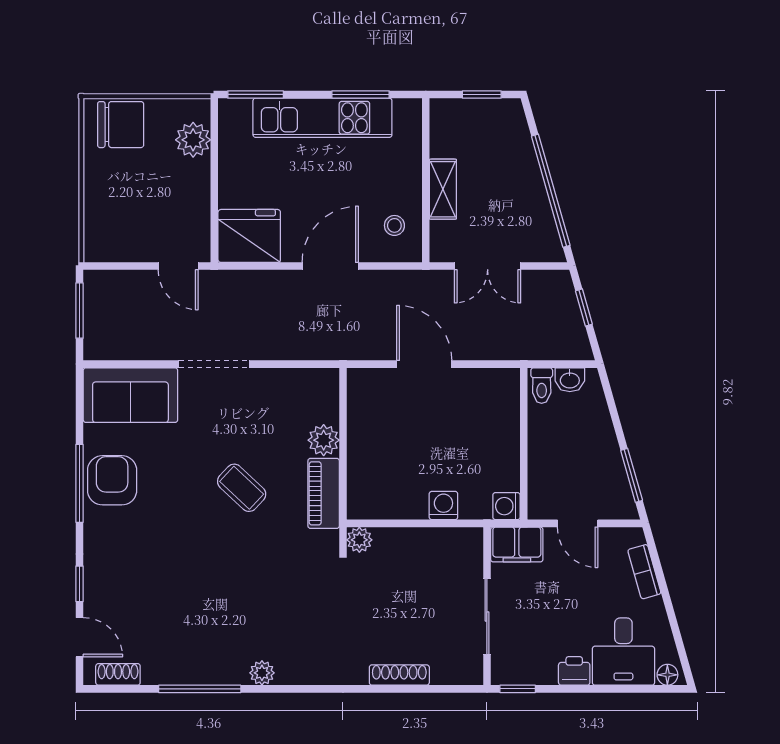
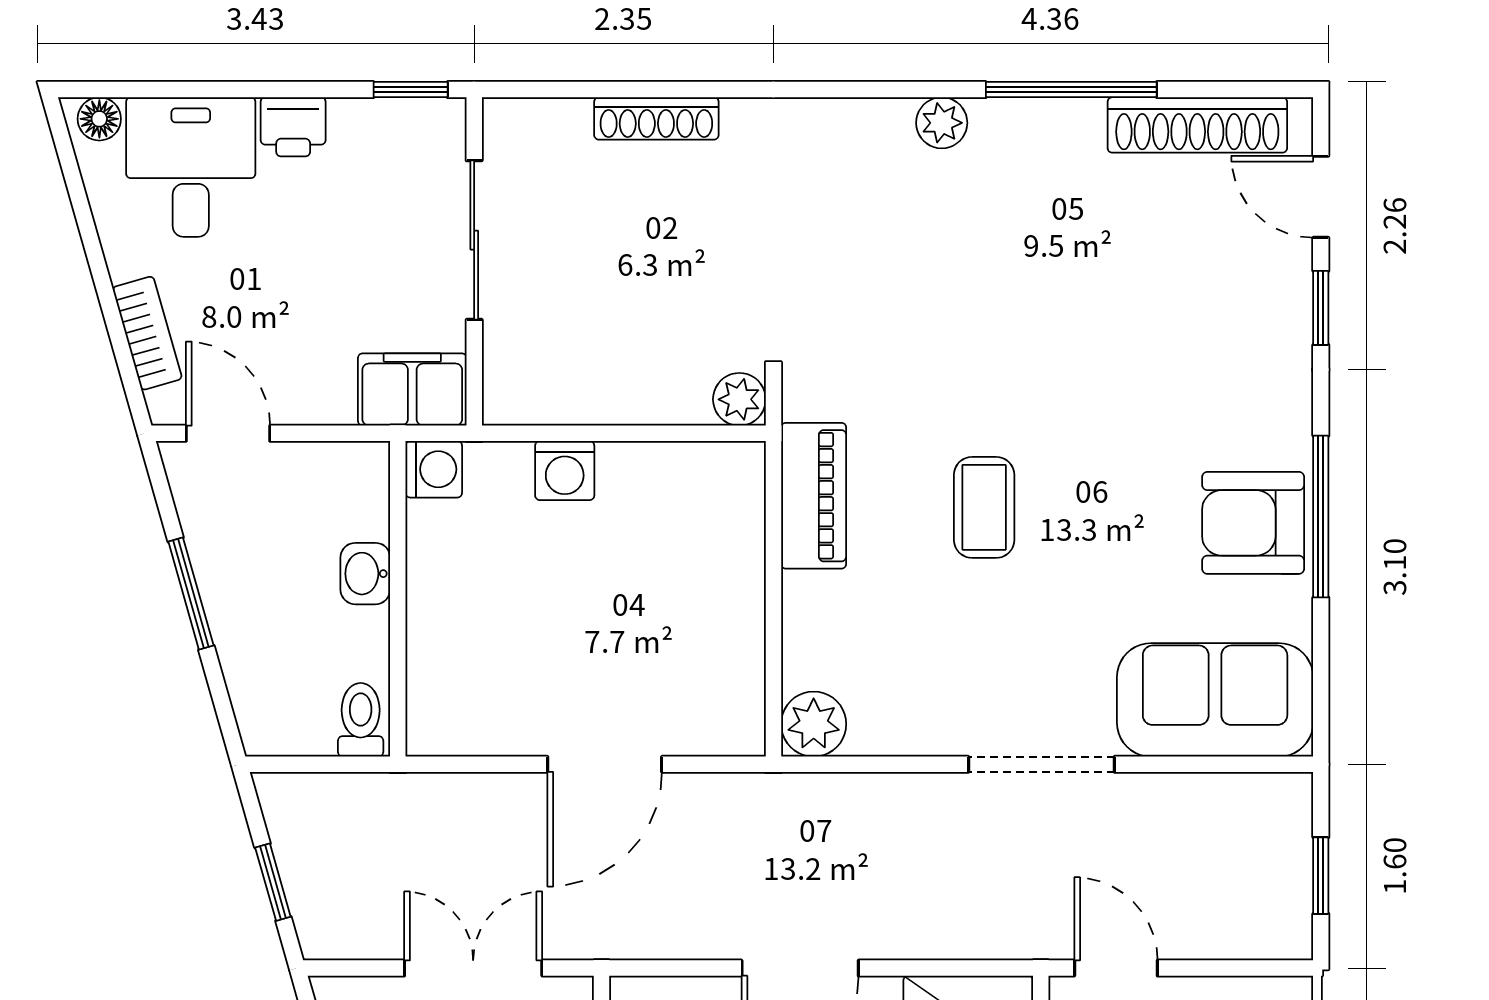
window: (80, 311) -> (1321, 876), width x0.67
door: (424, 364) -> (605, 764), hinge flipped
washbasin: (570, 380) -> (365, 574), moved, turned -90
plant: (324, 440) -> (814, 724), moved
window: (632, 475) -> (191, 594), moved
armchair: (112, 480) -> (1253, 523), turned 90
coffee table: (242, 488) -> (984, 507), turned 47
door: (578, 523) -> (228, 433), moved
shoe rack: (118, 674) -> (1197, 125), width x1.94, depth x1.24

